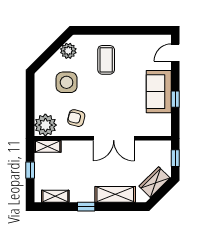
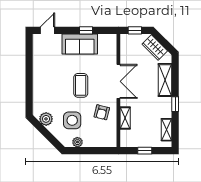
door: (175, 53) -> (48, 30), swing flipped
coffee table: (106, 60) -> (81, 85), moved, turned 90
plant: (45, 125) -> (77, 142), moved, width x0.53, depth x0.53
shelving: (48, 146) -> (125, 118), moved

